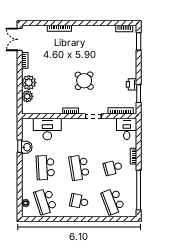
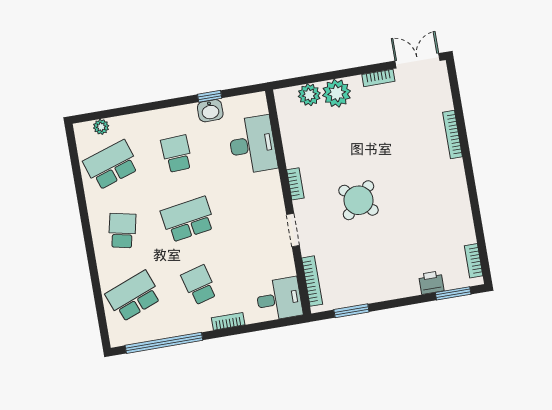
printer: (131, 84) -> (431, 283), moved
school desk: (45, 168) -> (177, 154), width x0.54

